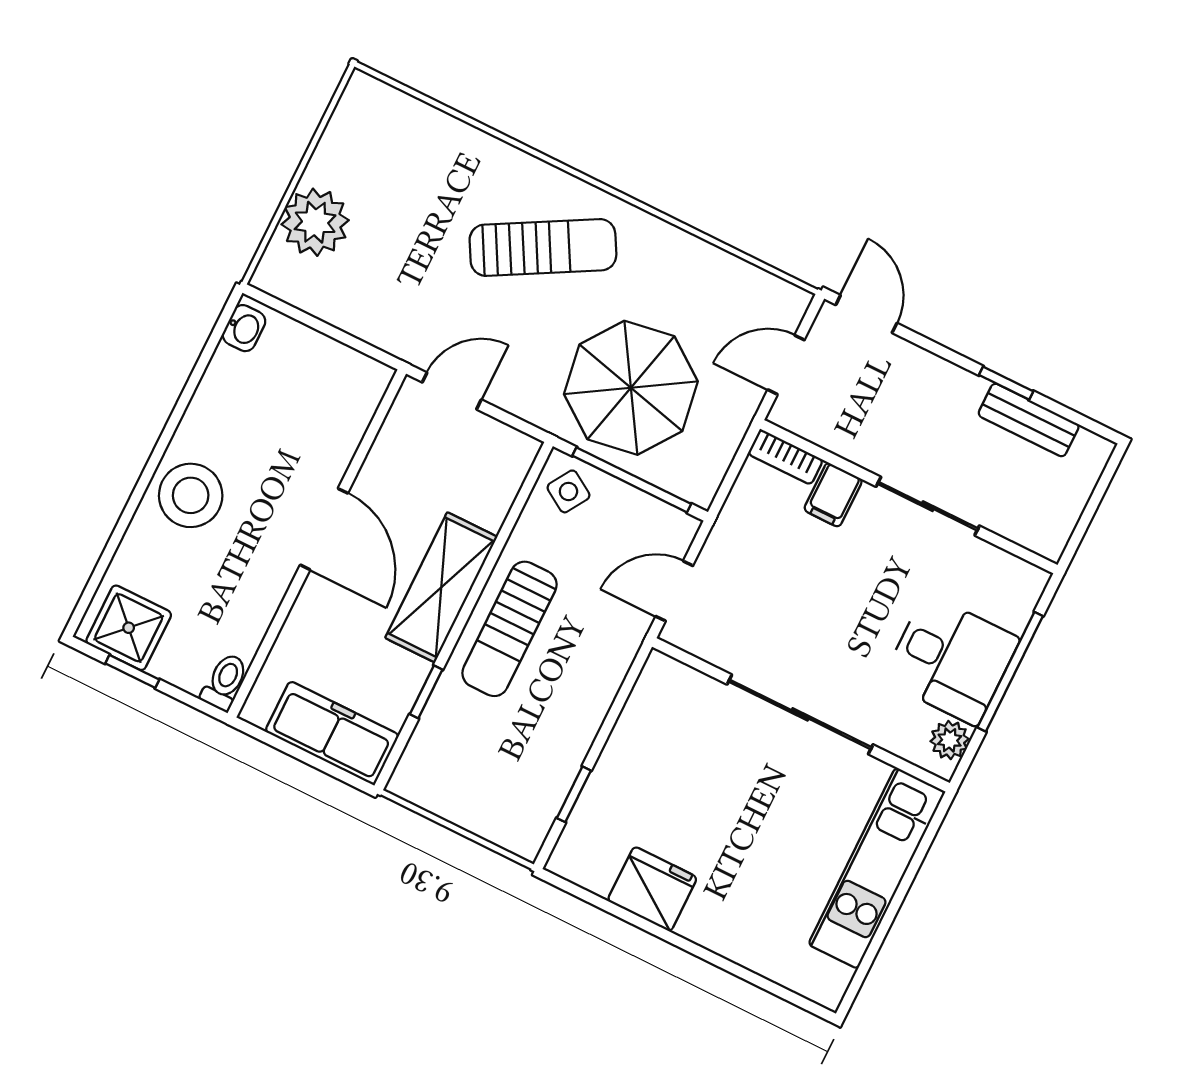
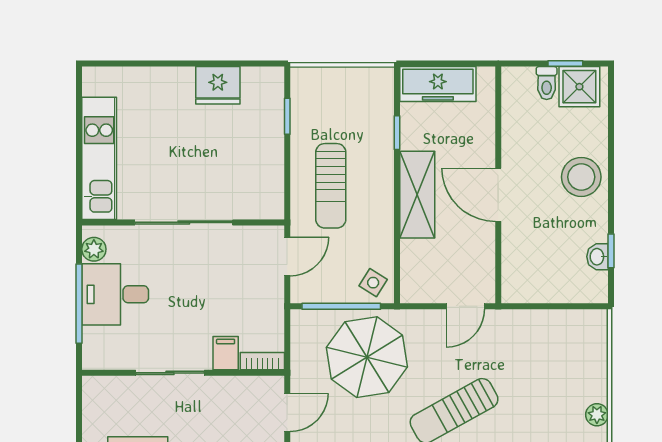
plant: (315, 222) -> (597, 415), moved, width x0.53, depth x0.53
washbasin: (244, 328) -> (598, 257), moved
window: (201, 367) -> (611, 251), added
sun lounger: (509, 629) -> (331, 186), moved, turned 180
toilet: (225, 682) -> (547, 83), moved

